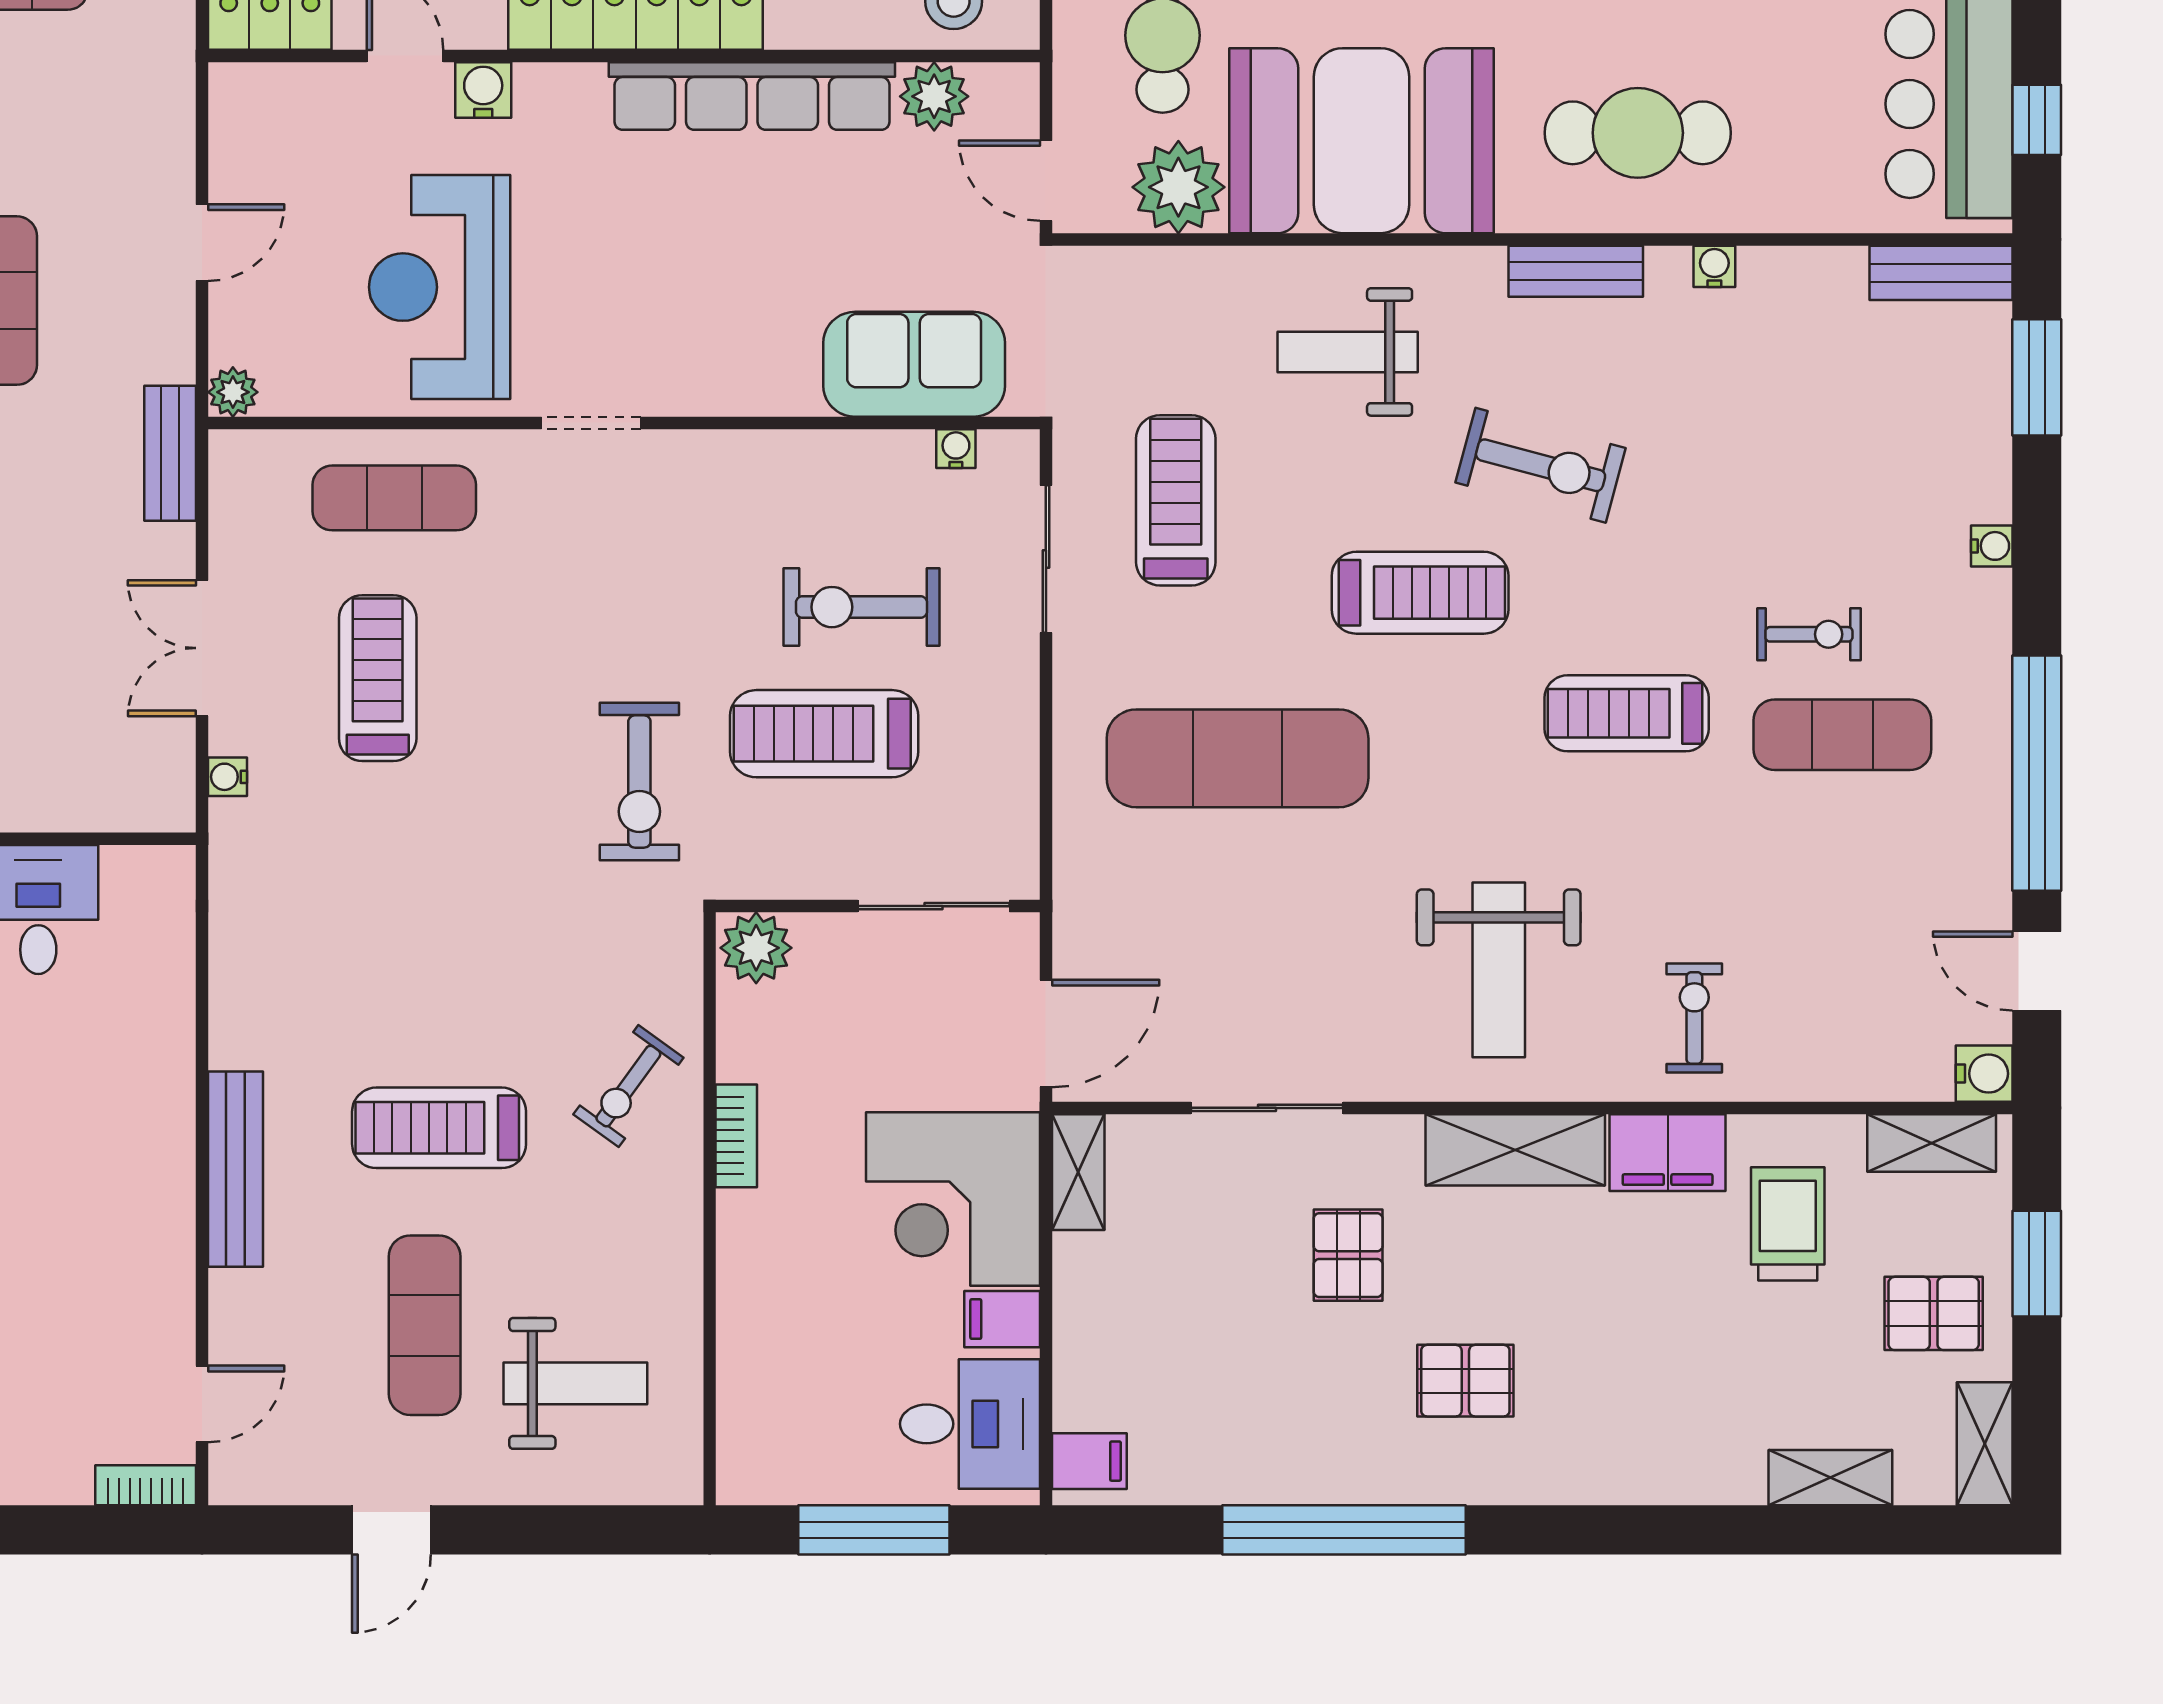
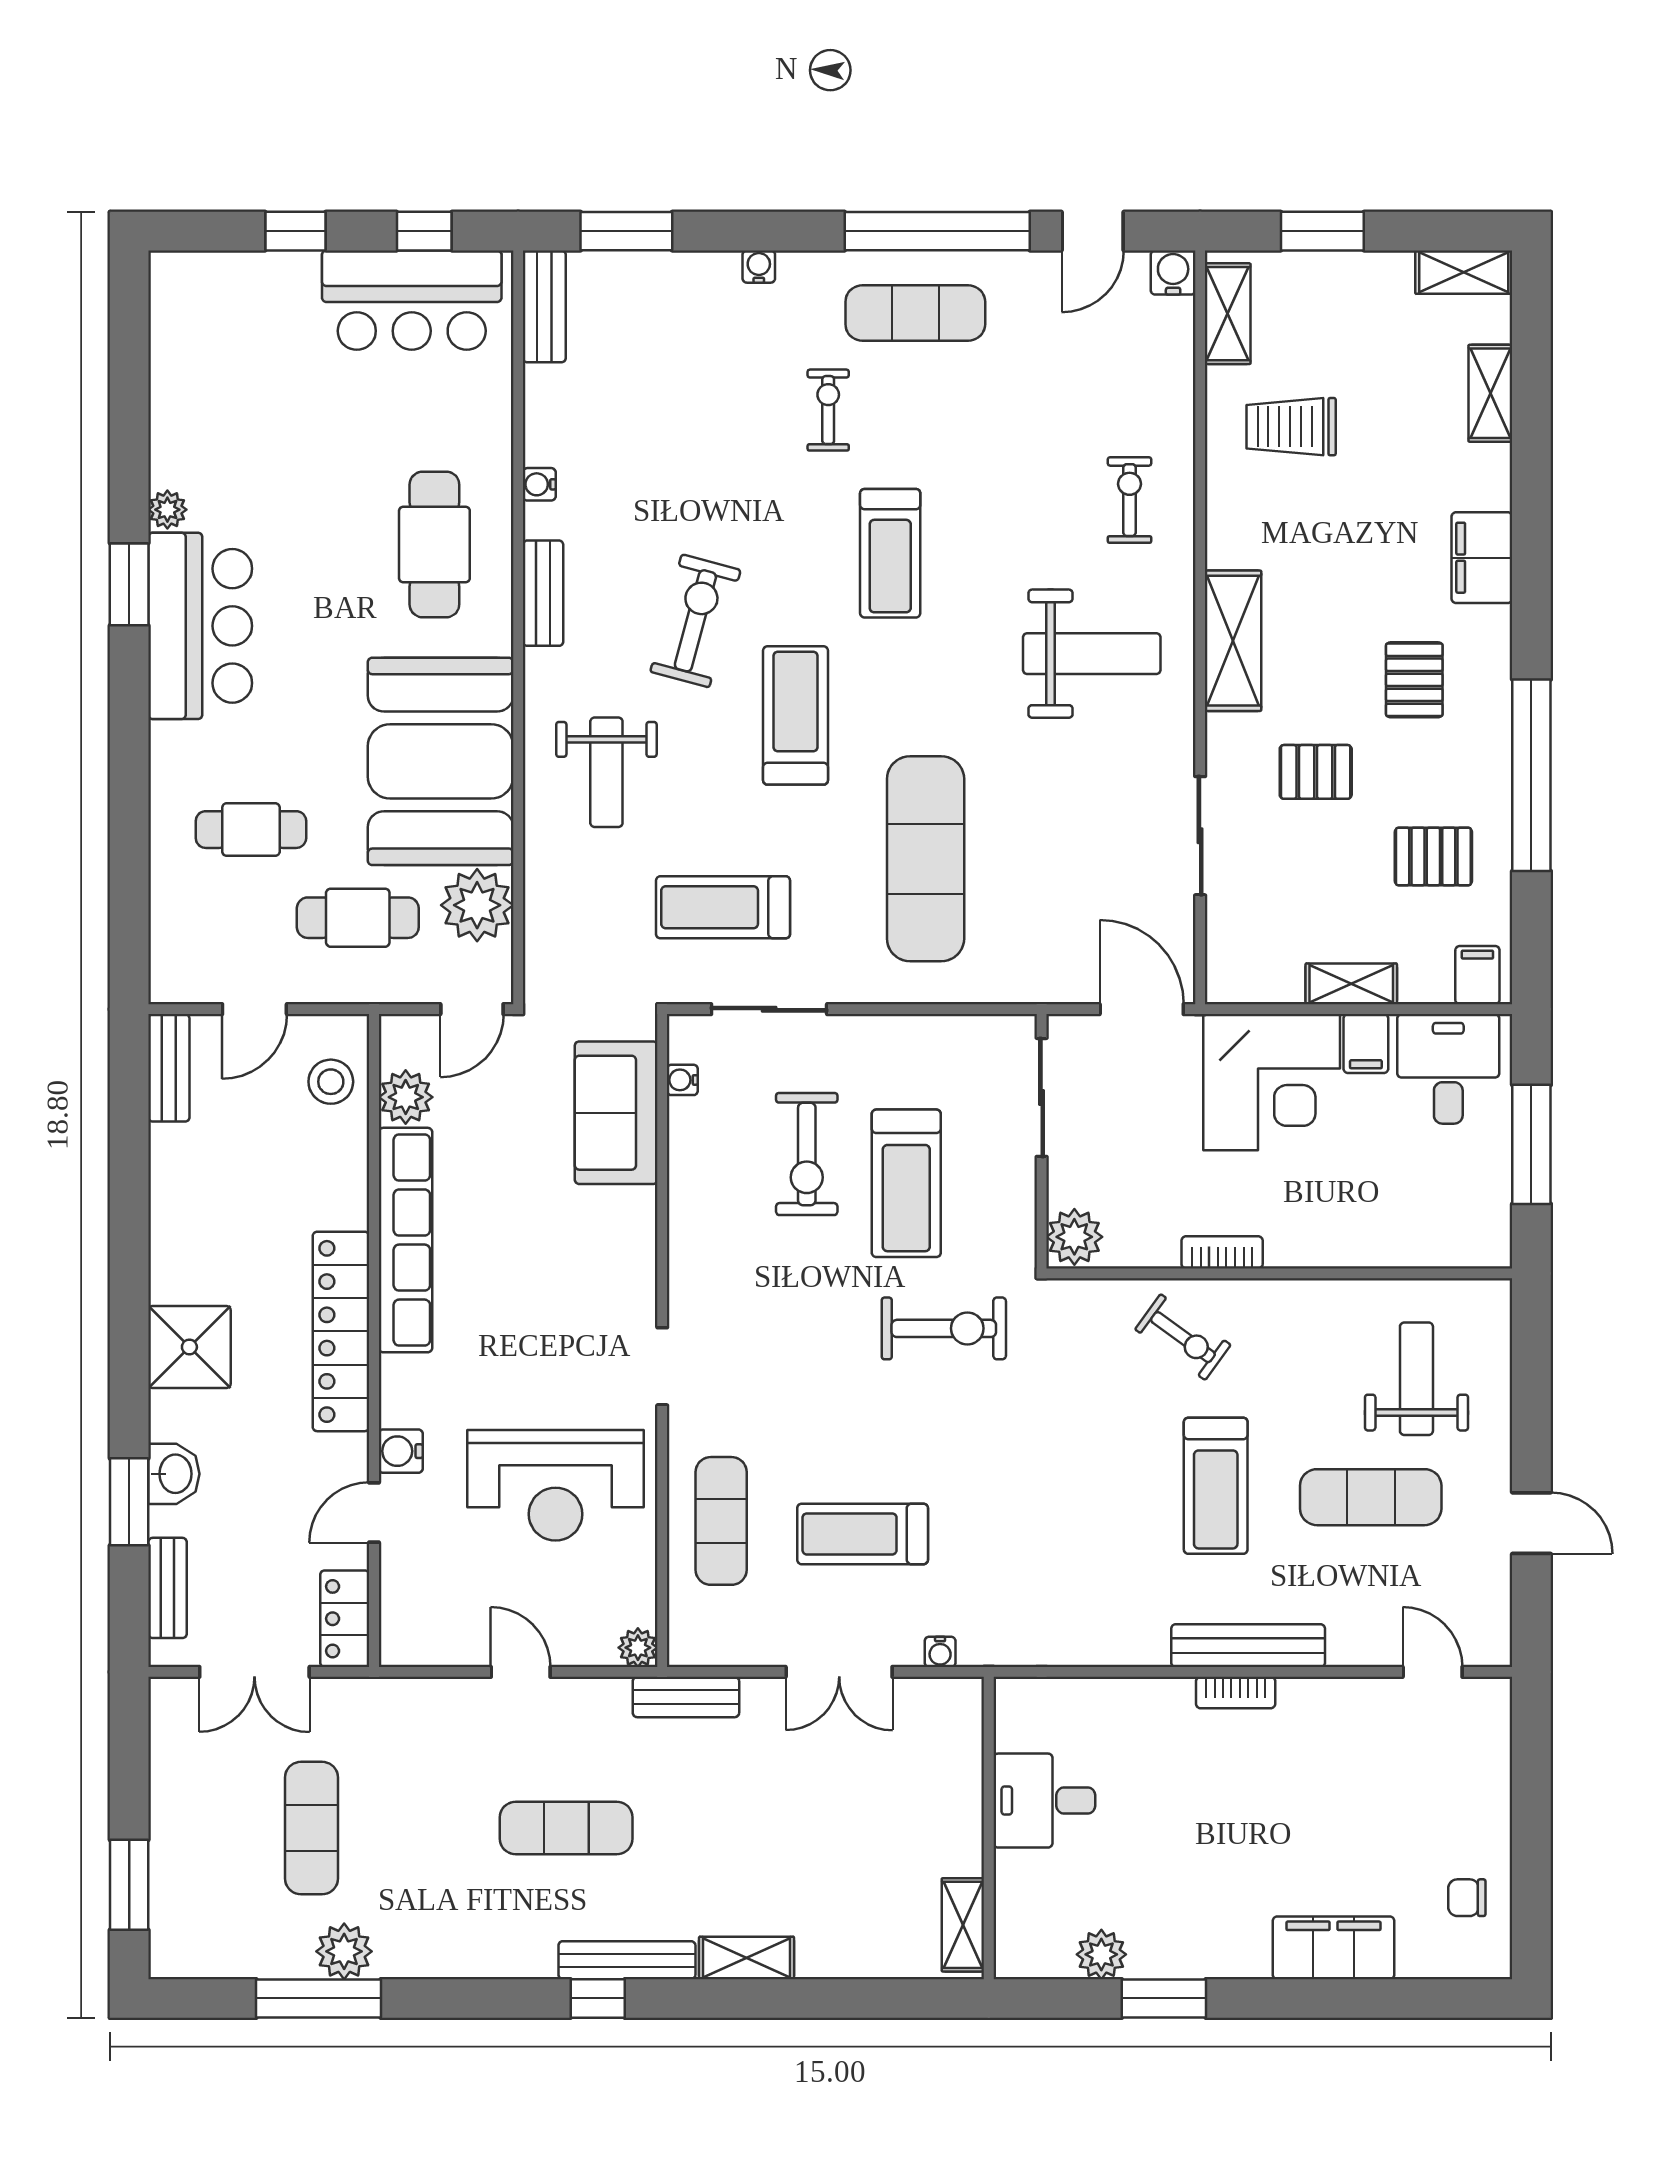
exercise mat: (1842, 735) -> (915, 313), moved, turned 90
exercise bike: (1694, 1018) -> (1130, 500), turned 90
filing cabinet: (1668, 1153) -> (1482, 558), moved, turned 180
shelving: (1078, 1172) -> (1351, 984), moved
pallet: (1934, 1313) -> (1433, 857), moved, turned 90
bookcase: (146, 1485) -> (1236, 1693), moved, turned -90

